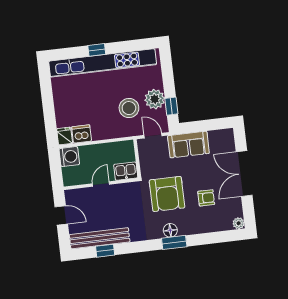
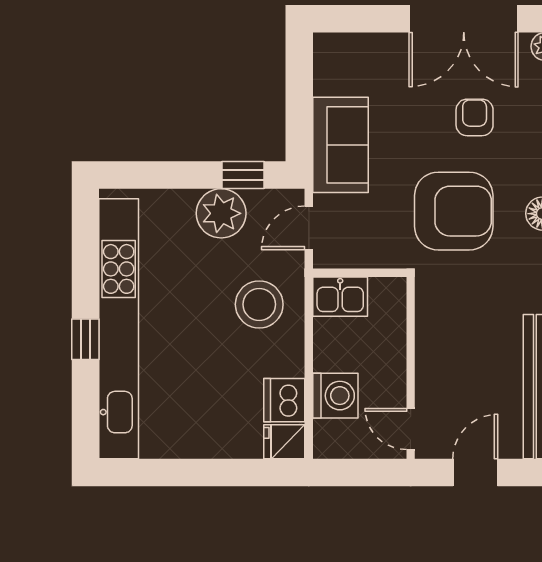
stool: (129, 108) -> (259, 304), moved
washing machine: (69, 157) -> (335, 396), moved, turned 90
kitchen sink: (126, 171) -> (340, 297), moved, turned -90
double door: (244, 174) -> (464, 19), moved
door: (101, 184) -> (411, 429), moved

